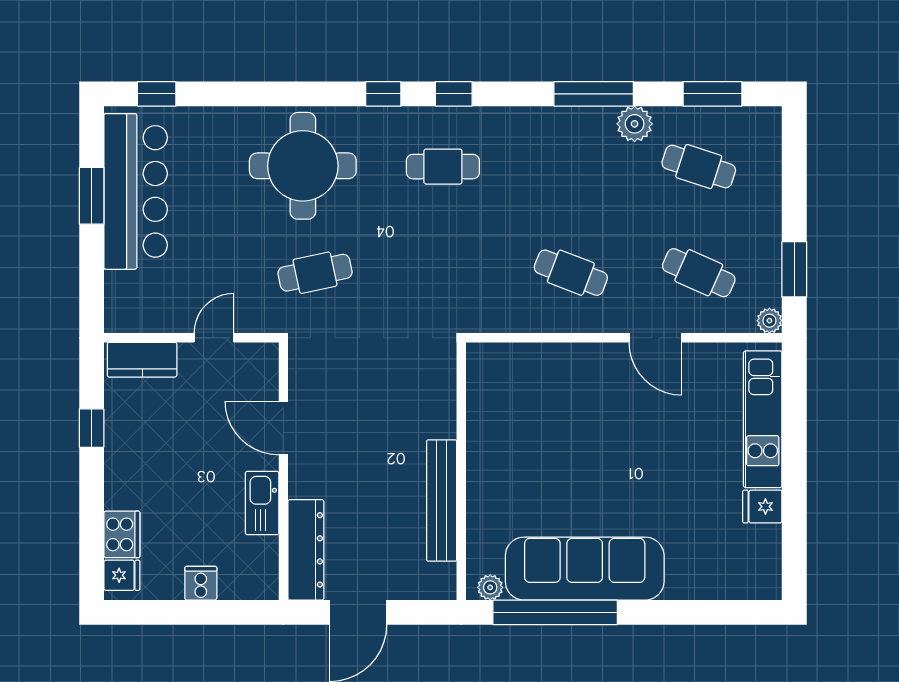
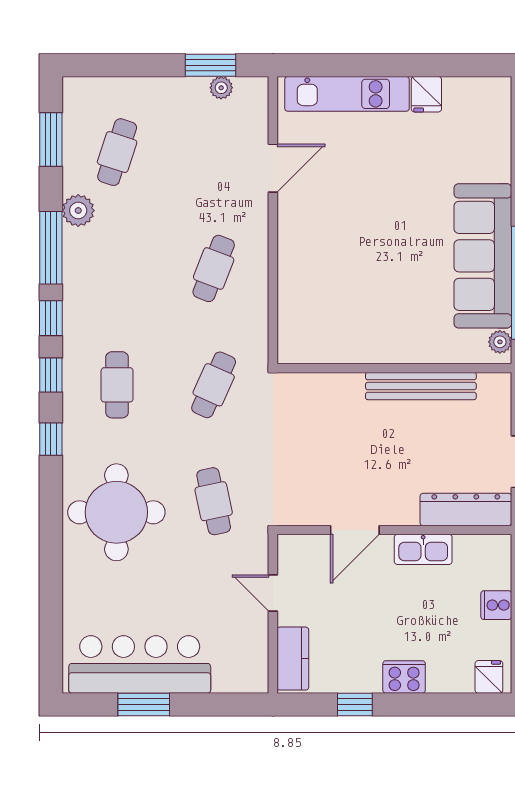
window: (157, 94) -> (51, 318), moved
cafe table: (699, 273) -> (214, 385), moved
plant: (769, 321) -> (221, 88), moved
door: (656, 338) -> (273, 168), moved
cooker: (122, 534) -> (404, 677), moved

